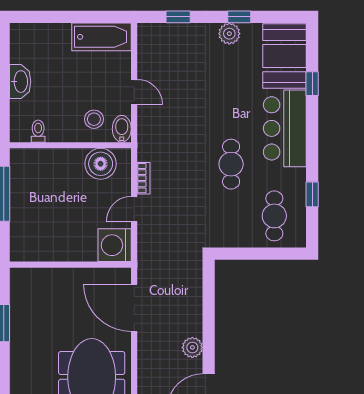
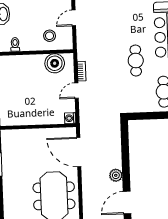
door: (134, 92) -> (74, 18), swing flipped
bidet: (122, 129) -> (67, 41), removed
washing machine: (115, 245) -> (70, 118), width x0.53, depth x0.53

